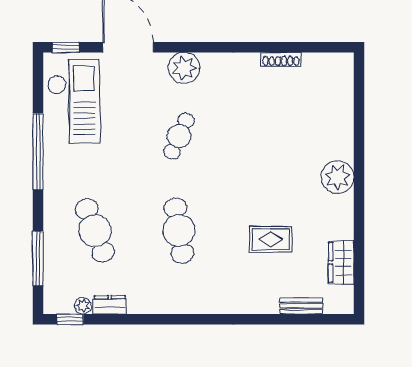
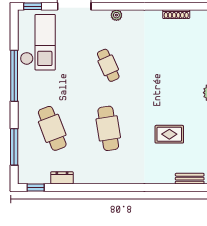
plant: (184, 68) -> (116, 15), width x0.53, depth x0.53
cafe table: (179, 136) -> (108, 65), turned -48
plant: (83, 306) -> (44, 179), removed

